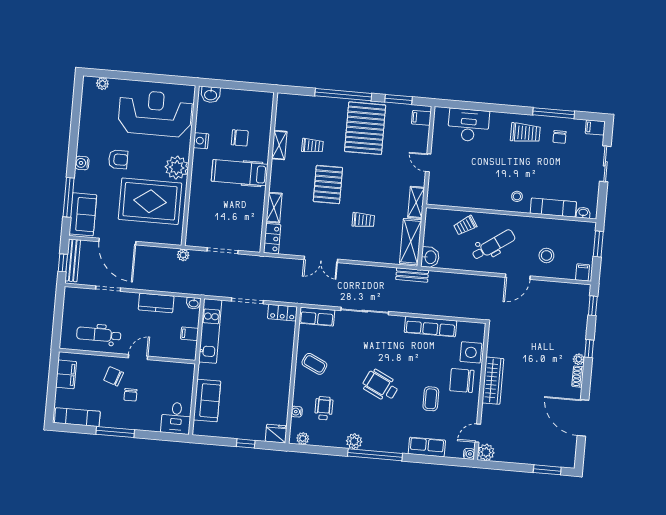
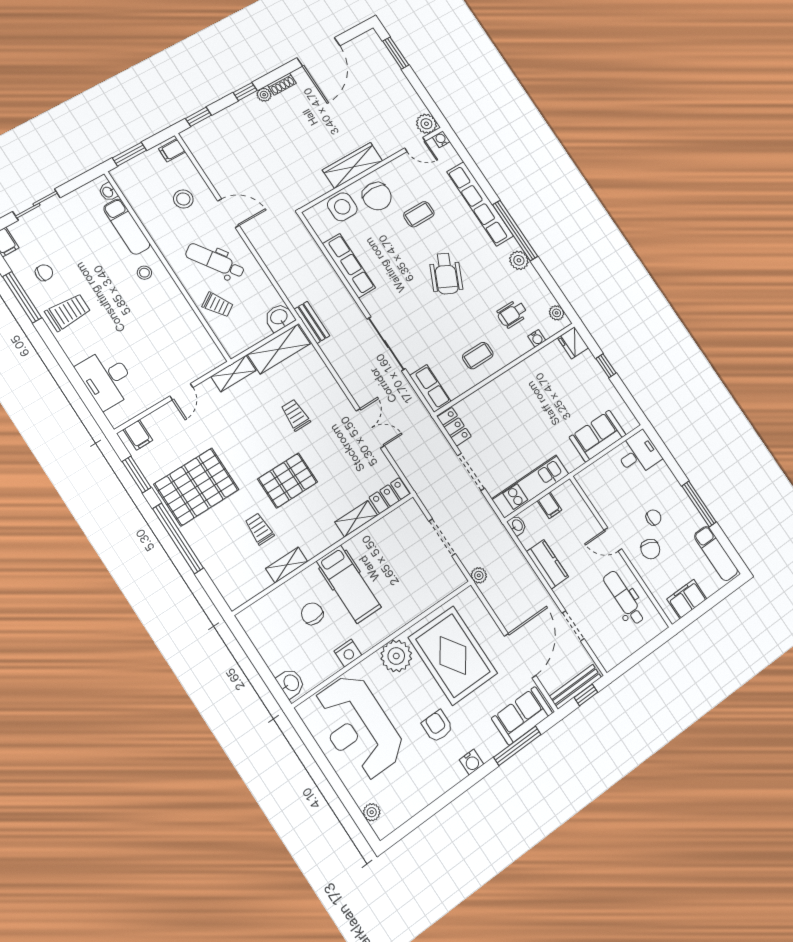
trolley: (525, 133) -> (68, 312), turned 90
dental chair: (99, 335) -> (624, 598), turned 180
coffee table: (314, 364) -> (478, 356), turned 65
row of seats: (427, 447) -> (480, 204), width x2.02

